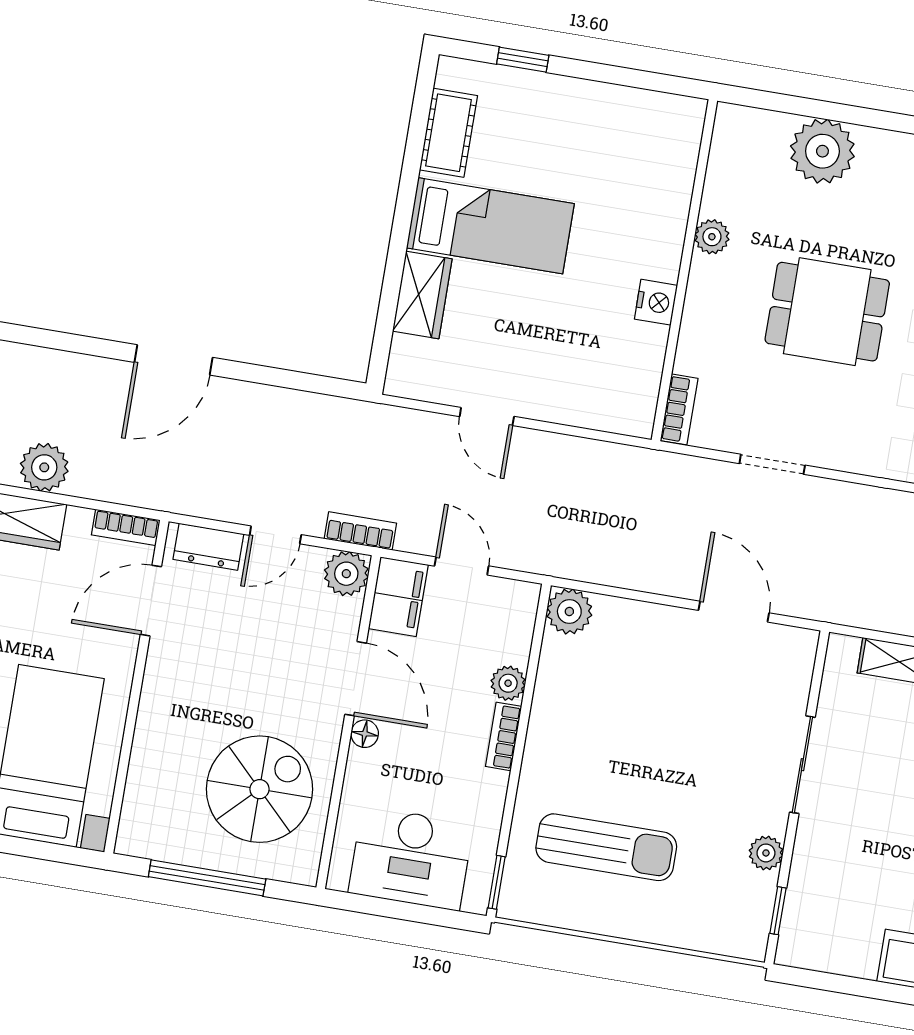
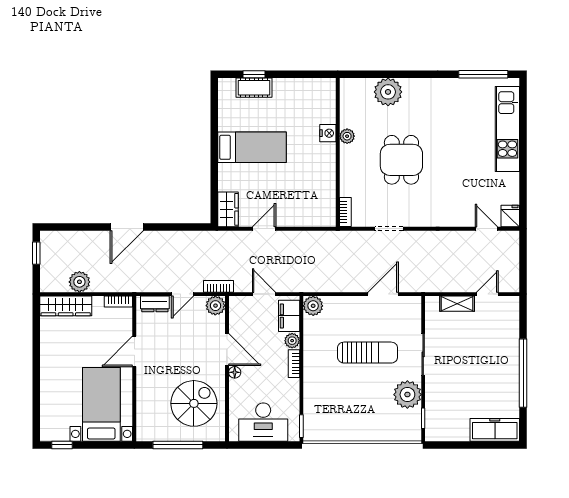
cot: (448, 133) -> (254, 88), moved, turned 90
wardrobe: (422, 295) -> (228, 209), moved
nightstand: (656, 302) -> (328, 133), moved
dining table: (827, 312) -> (401, 160), turned 90
door: (487, 417) -> (264, 229), swing flipped
filing cabinet: (398, 597) -> (289, 316), moved, turned 180
door: (151, 601) -> (134, 351), moved
door: (734, 612) -> (383, 294), hinge flipped
sun lounger: (606, 847) -> (368, 353), moved
plant: (766, 853) -> (407, 395), width x1.87, depth x1.87

